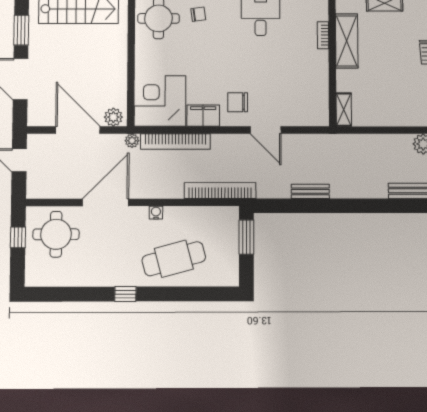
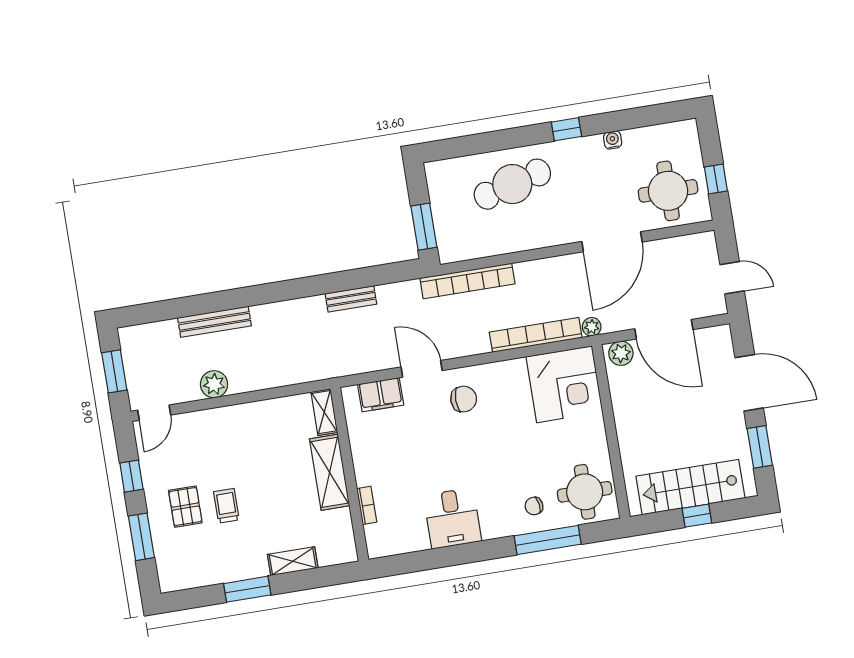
shelving: (347, 41) -> (330, 472), moved
filing cabinet: (203, 116) -> (381, 395), moved
water cooler: (156, 213) -> (613, 140), moved, turned 180

